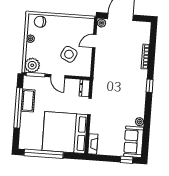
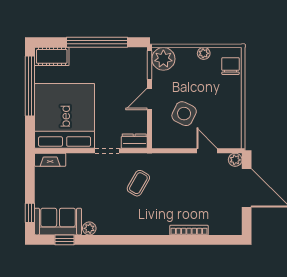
window: (150, 86) -> (64, 240), moved
coffee table: (112, 87) -> (138, 183), added
cot: (28, 101) -> (52, 56), moved

